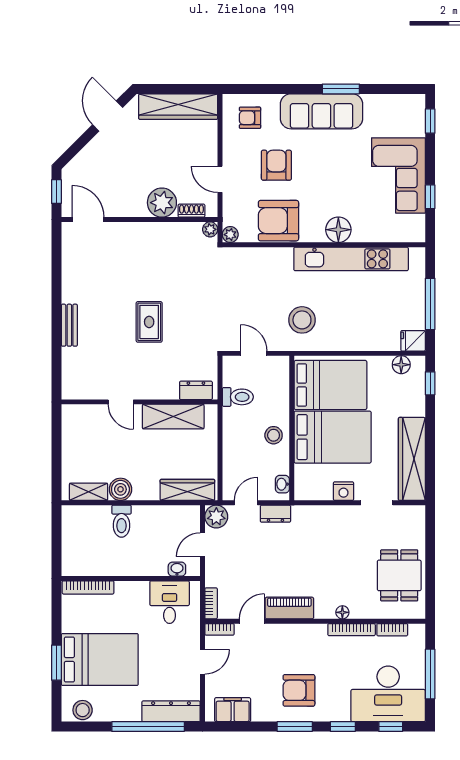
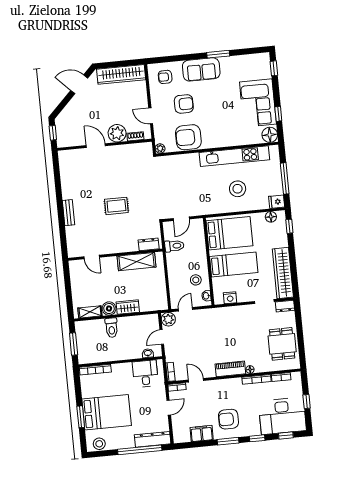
sofa: (321, 111) -> (201, 69), width x0.73
door: (108, 116) -> (79, 84), hinge flipped
armchair: (276, 165) -> (184, 104), turned 90
door: (88, 220) -> (96, 146), moved
plant: (210, 229) -> (148, 147), removed
floor lamp: (338, 230) -> (270, 135), moved
stool: (302, 320) -> (238, 189), moved
rug: (149, 322) -> (116, 206), turned 90
door: (254, 353) -> (181, 219), swing flipped
door: (121, 402) -> (92, 257), moved
stool: (274, 435) -> (196, 280), moved
bed: (333, 437) -> (234, 264), width x0.67
wardrobe: (187, 490) -> (128, 307), moved, width x0.67
nightstand: (343, 491) -> (230, 298), moved
dresser: (275, 514) -> (285, 306), moved
window: (56, 542) -> (74, 344), added
piano: (289, 608) -> (230, 369), moved
door: (252, 621) -> (196, 380), hinge flipped
window: (430, 674) -> (307, 402), width x0.46
filing cabinet: (233, 710) -> (202, 434), moved

